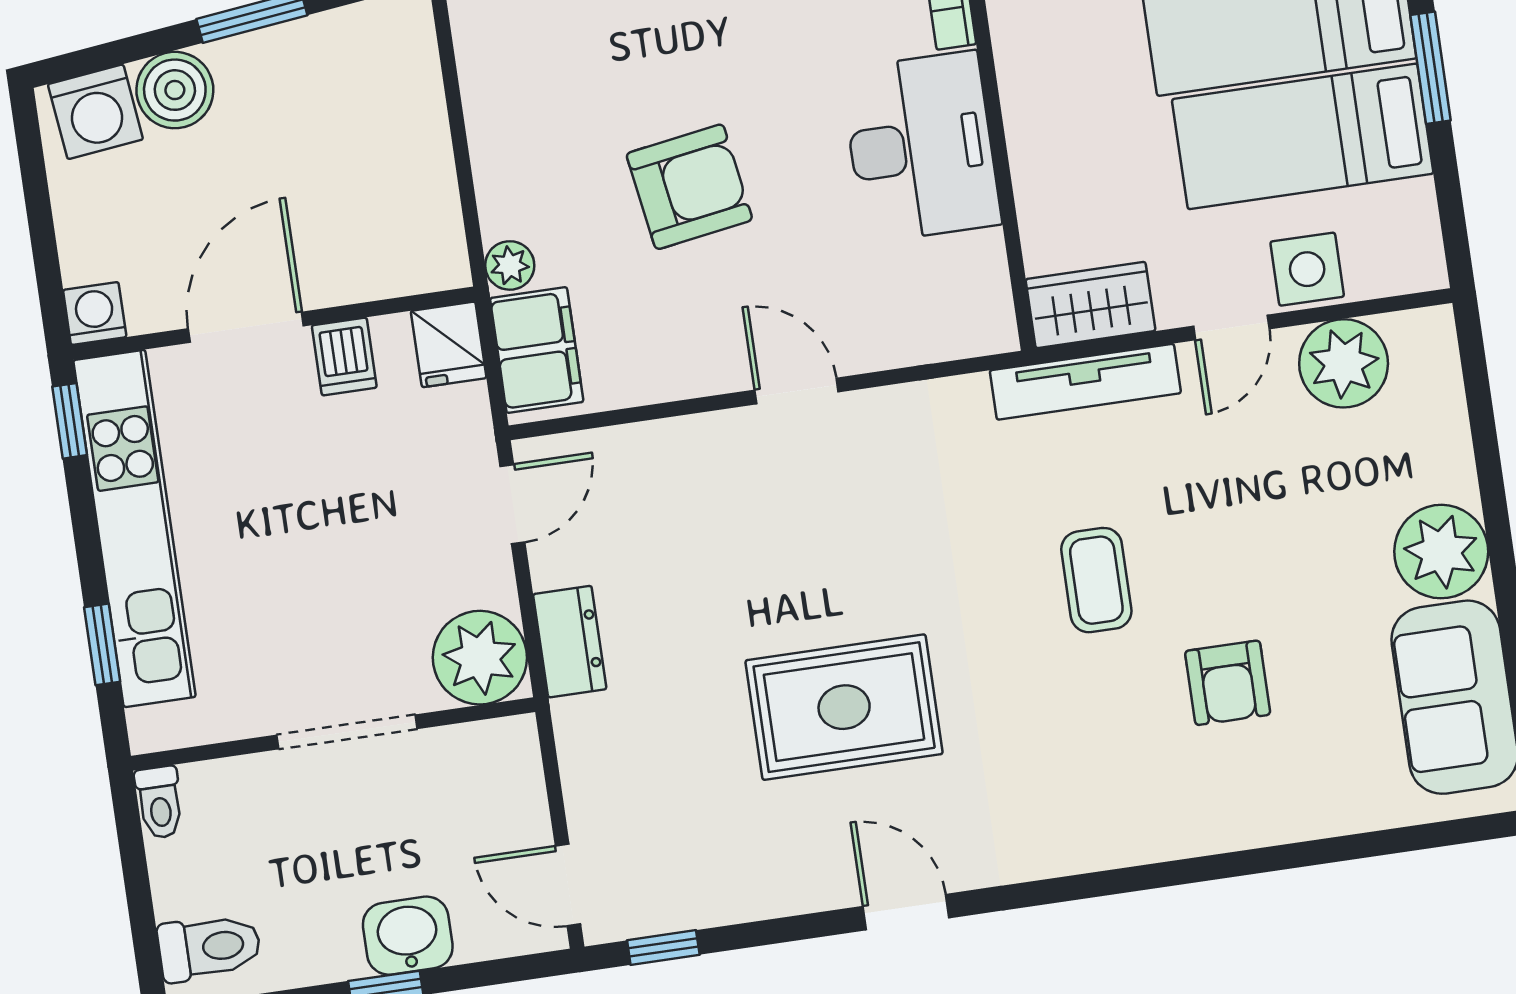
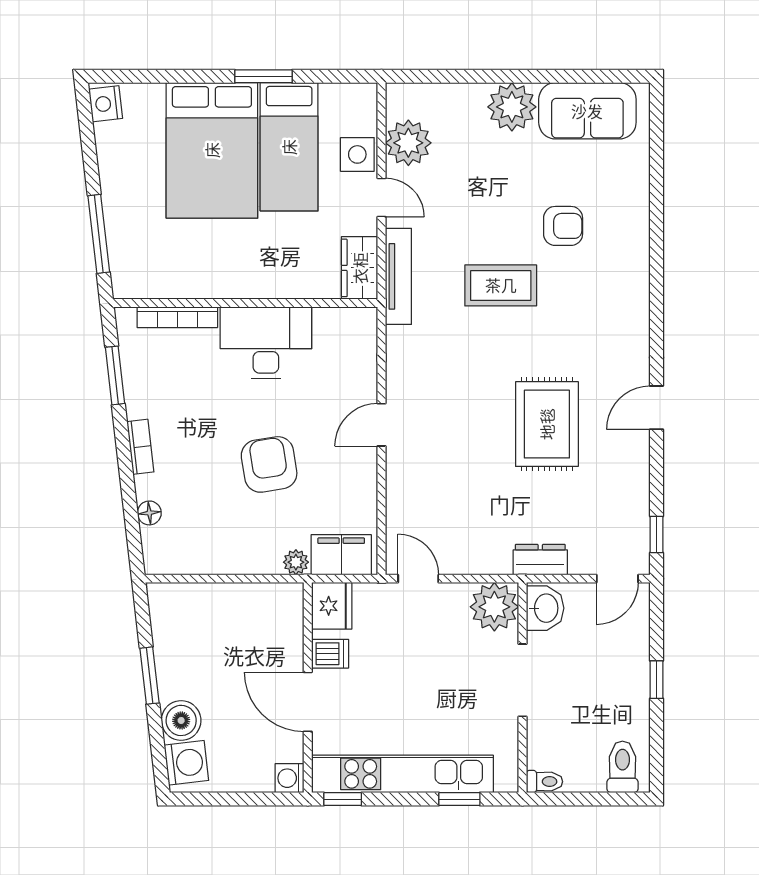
fridge: (449, 344) -> (332, 606), width x1.38
coffee table: (1096, 580) -> (501, 285), width x1.36, depth x1.30
dresser: (570, 642) -> (540, 560), moved
washbasin: (408, 936) -> (545, 608), moved, turned 180

